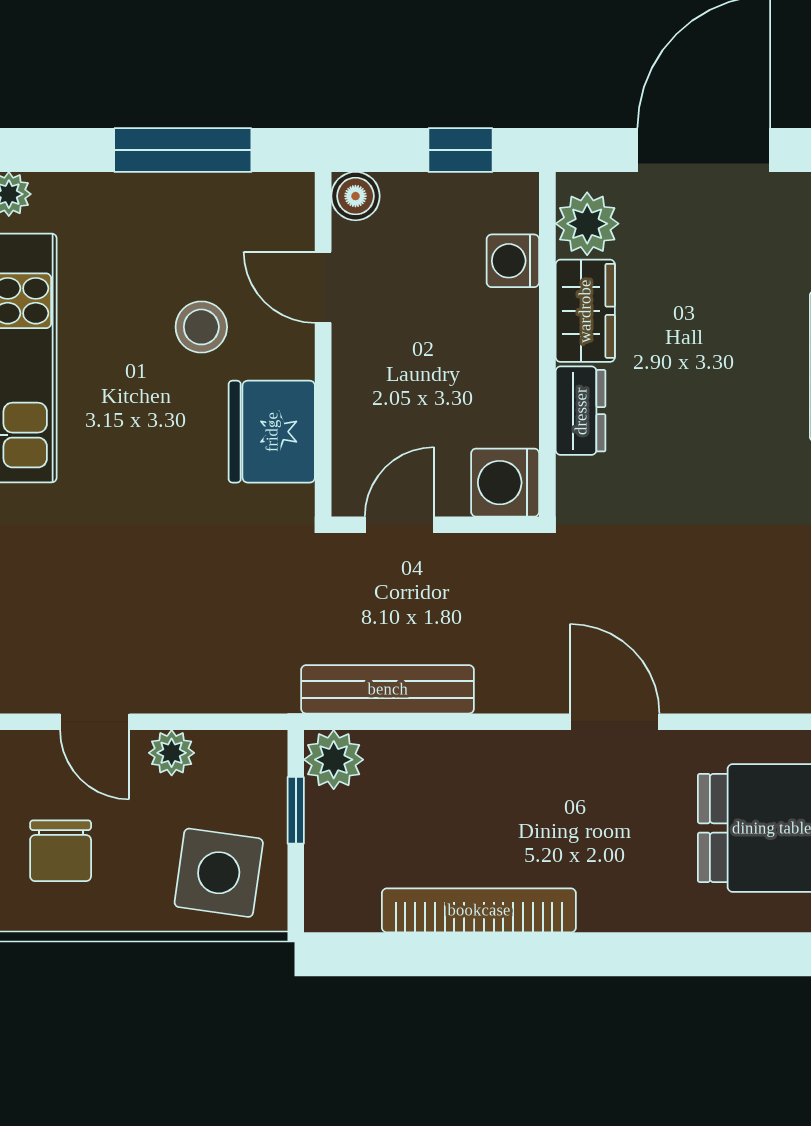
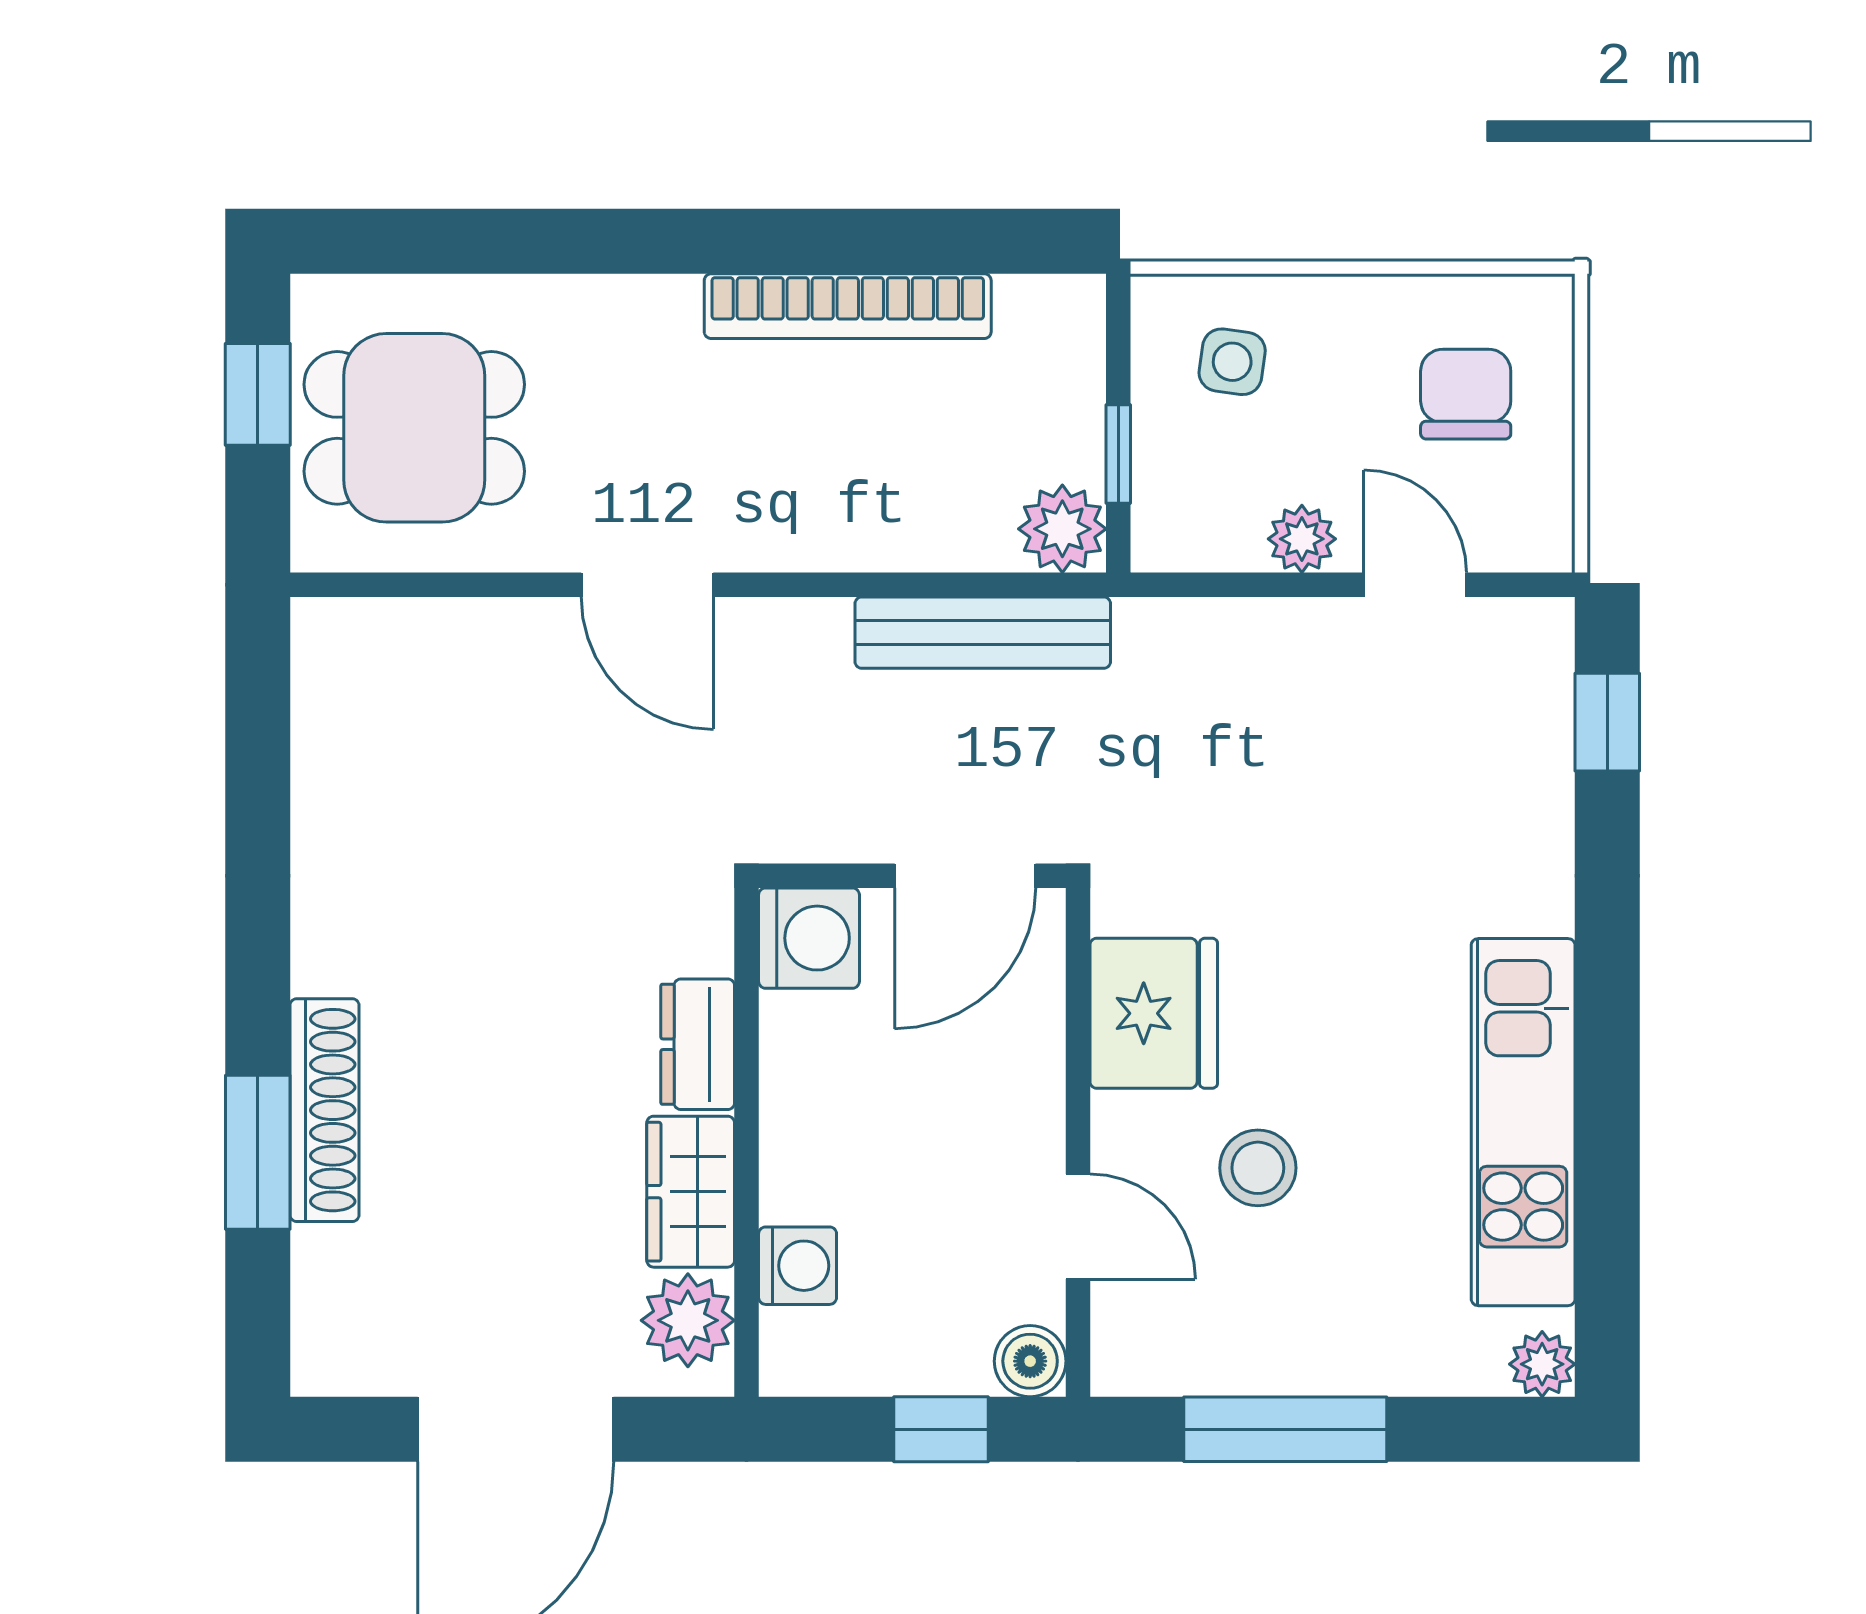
window: (460, 150) -> (941, 1429), moved
door: (399, 525) -> (965, 876), width x1.38
side table: (219, 873) -> (1232, 362), width x0.54, depth x0.54

